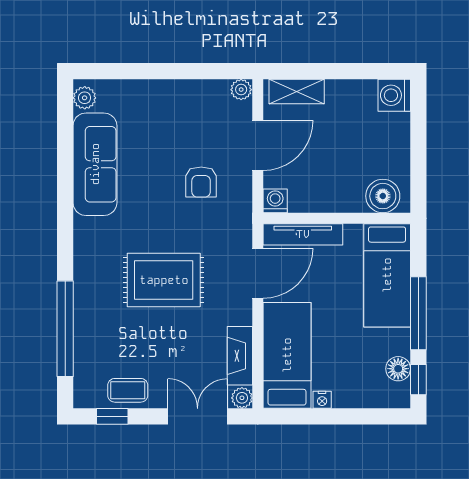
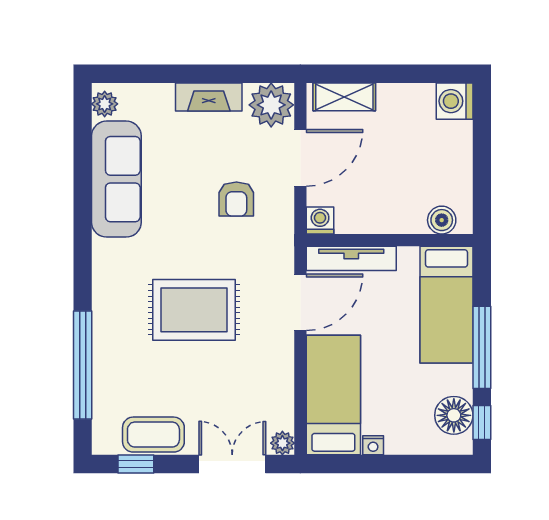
plant: (241, 90) -> (271, 105), width x1.88, depth x1.88
boiler: (383, 196) -> (442, 220), width x0.73, depth x0.73
fireplace: (240, 356) -> (209, 97), moved, turned -90
floor lamp: (398, 369) -> (454, 415), width x1.38, depth x1.38
coffee table: (128, 390) -> (153, 435), width x1.36, depth x1.30

